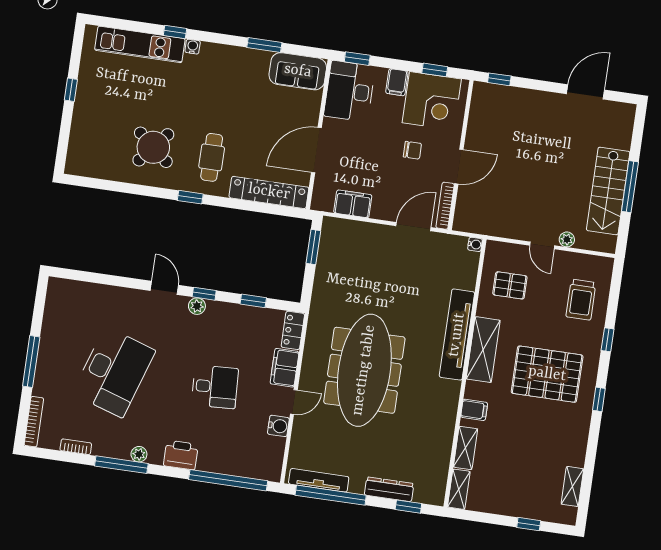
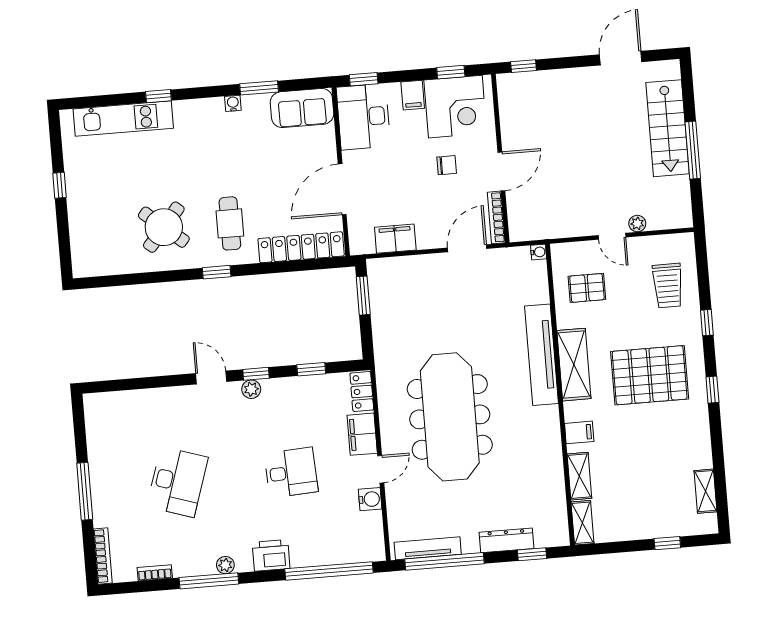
water cooler: (193, 47) -> (233, 103), moved
stairs: (608, 191) -> (667, 128), moved
desk: (114, 372) -> (177, 482), width x0.73, depth x0.77

